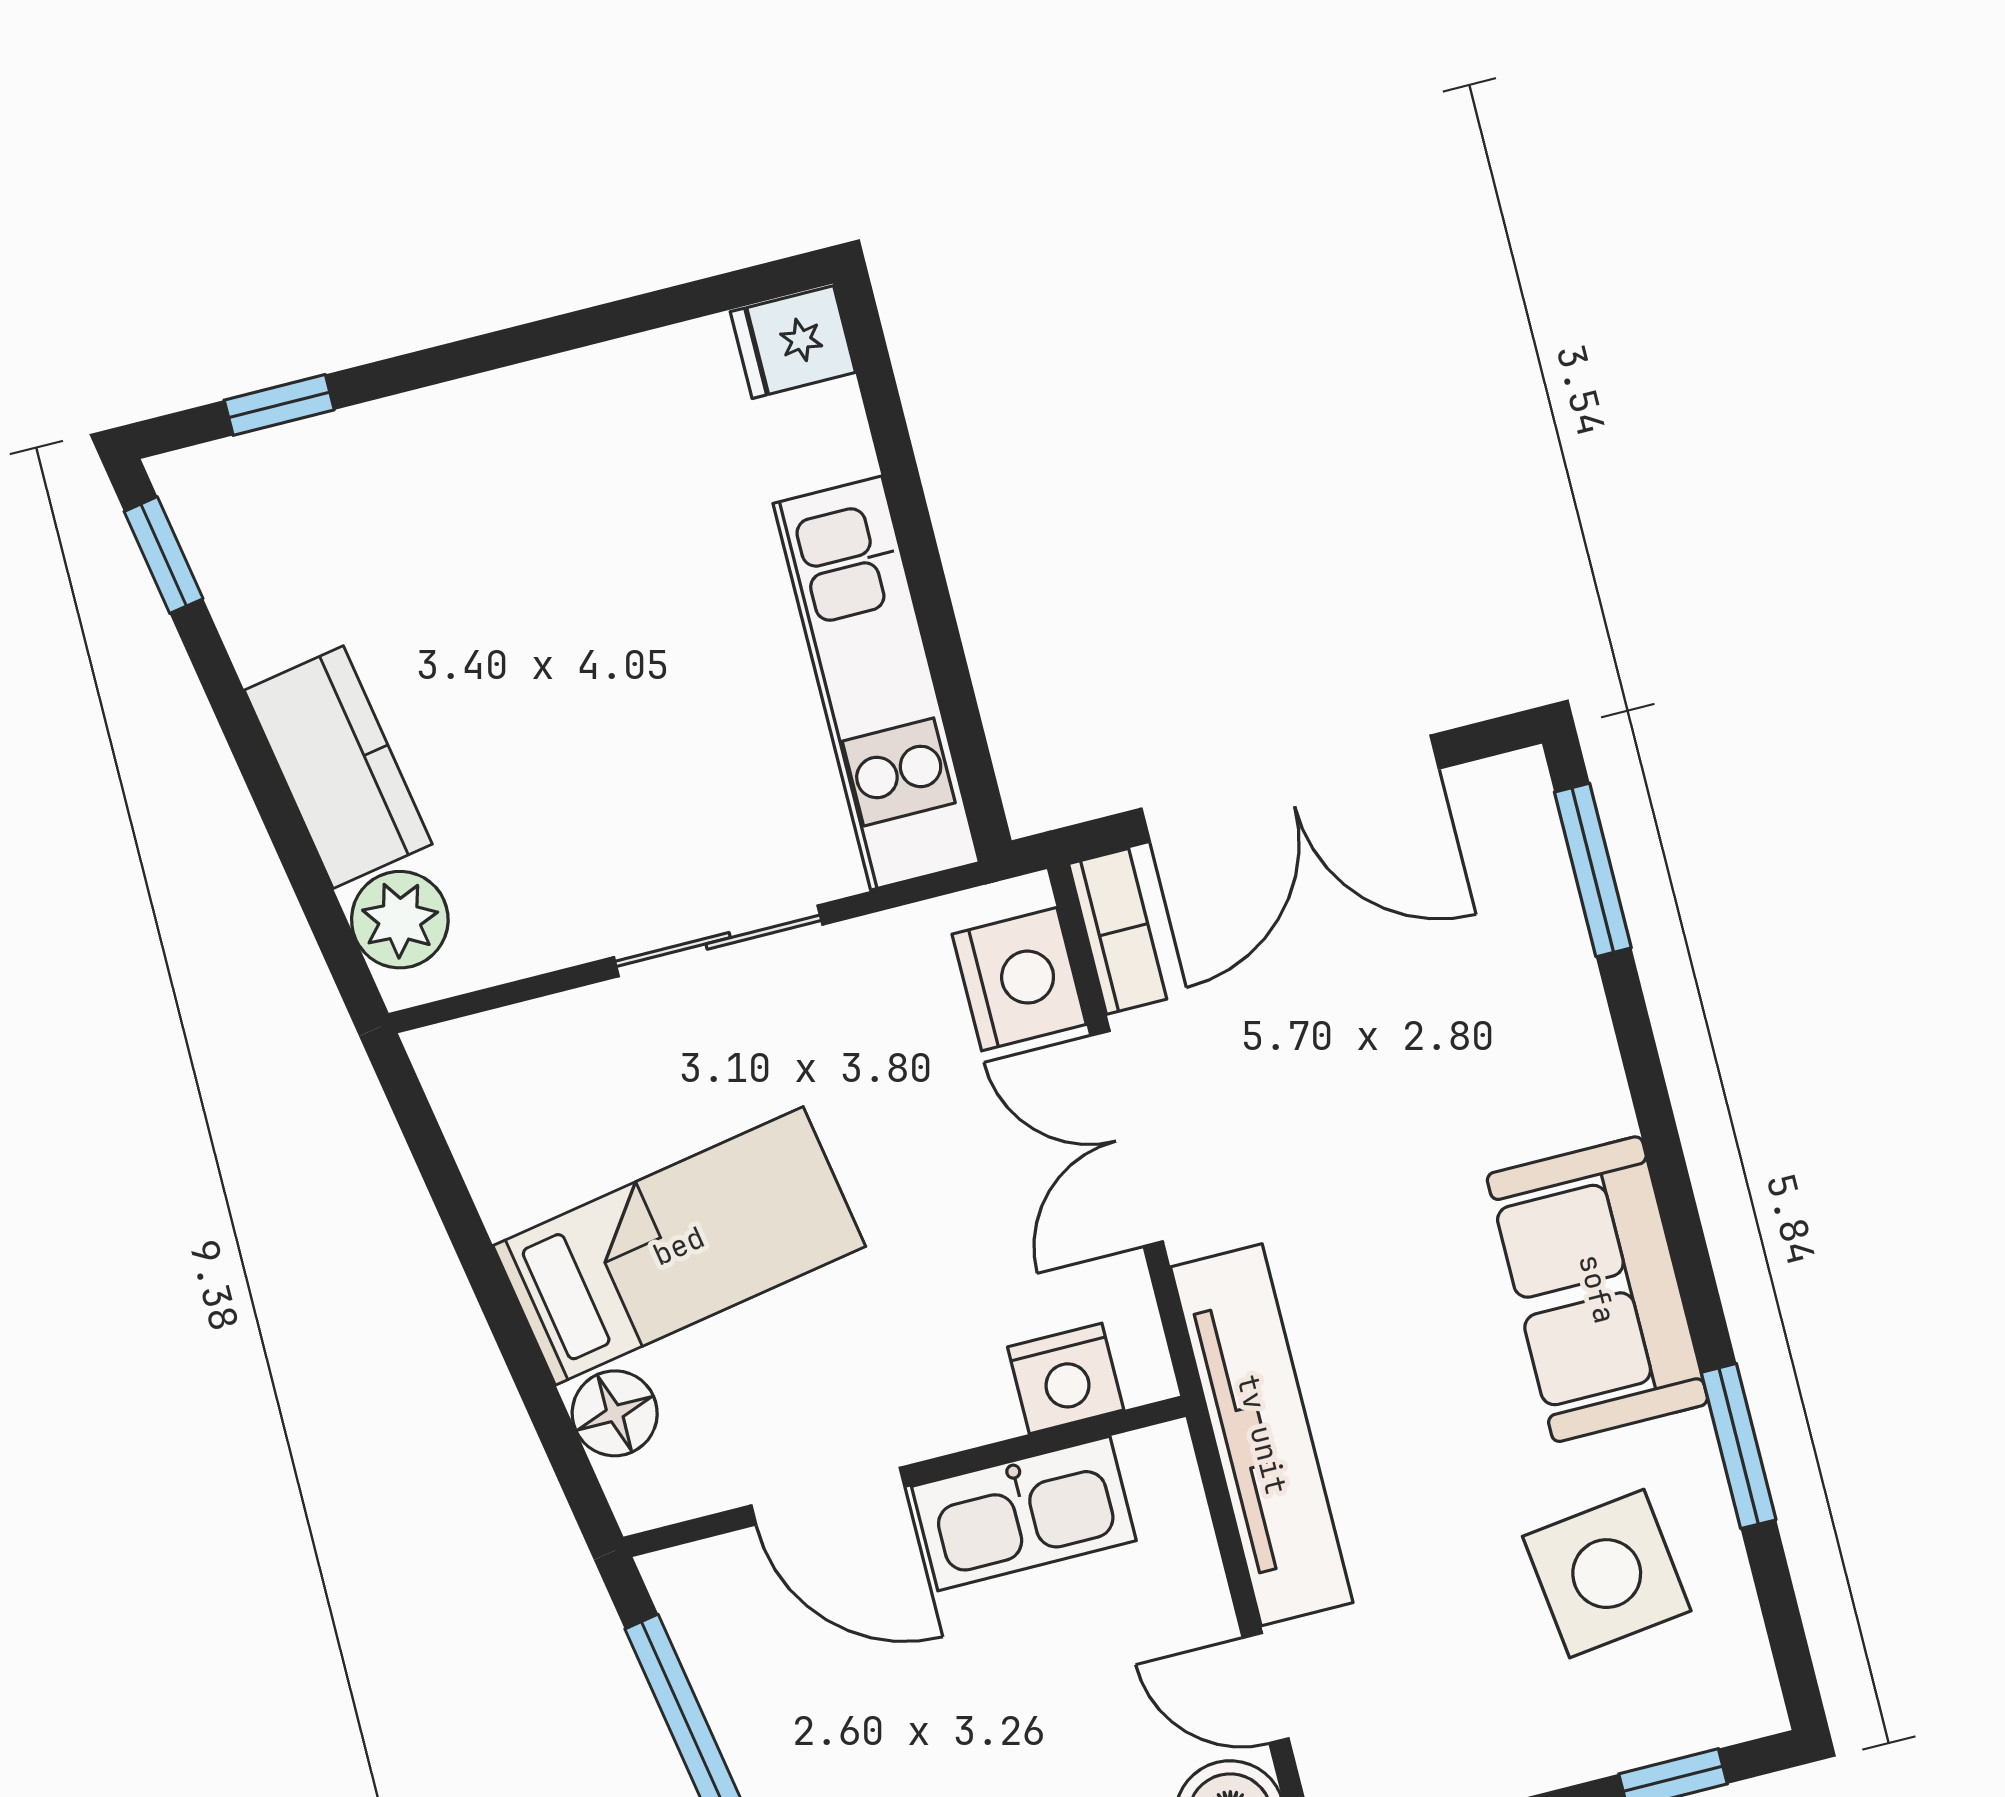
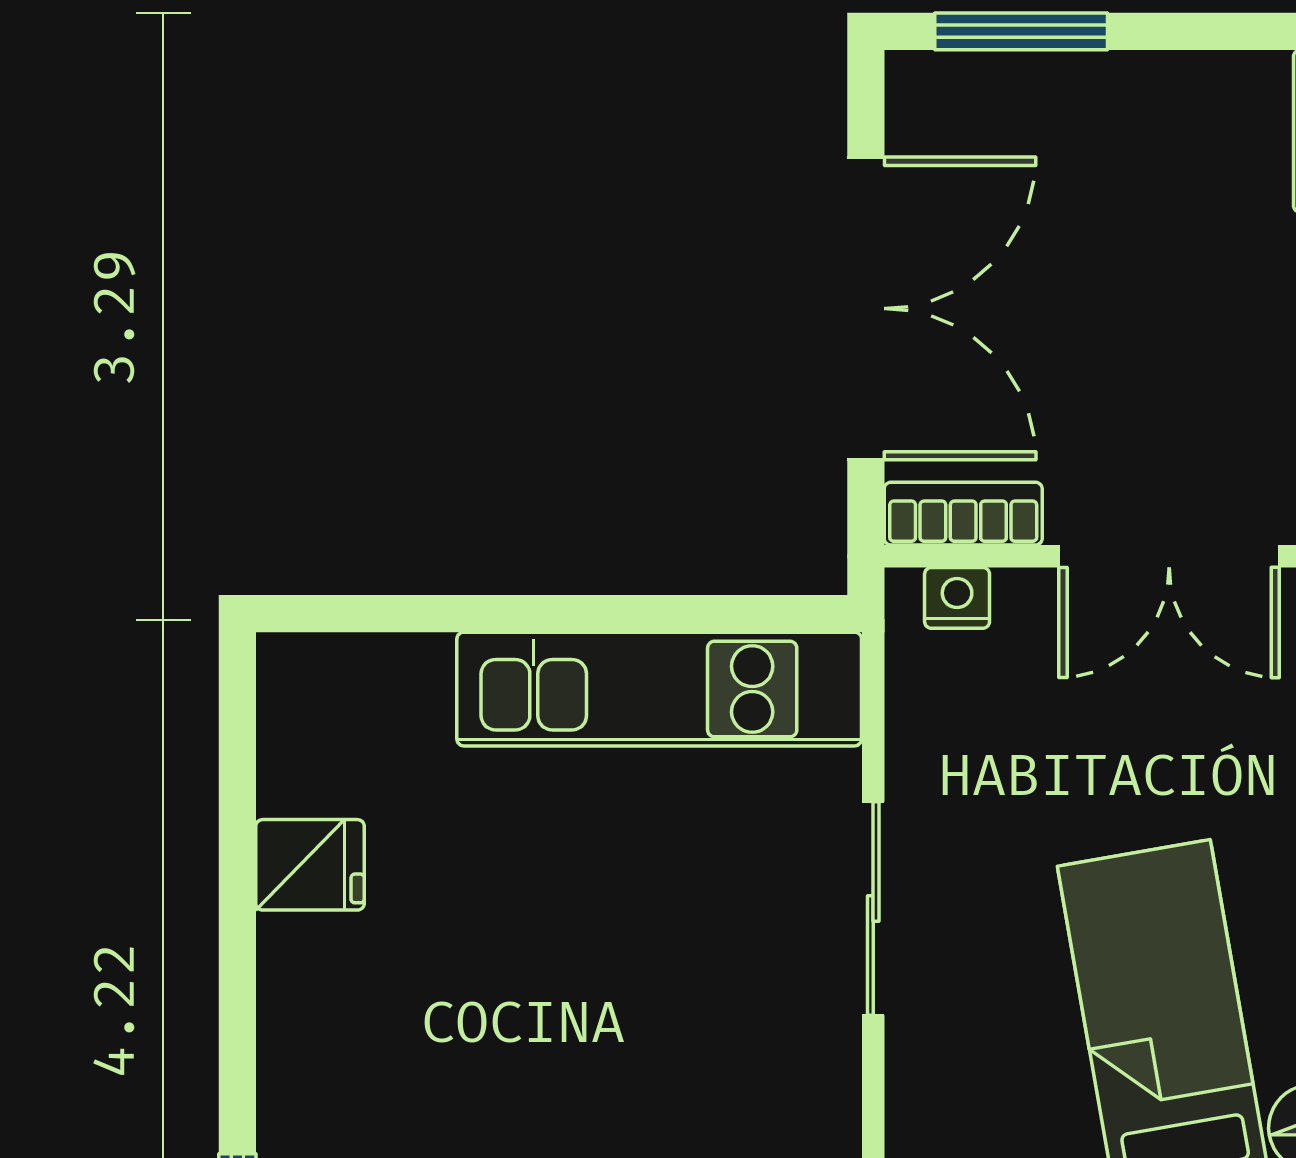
fridge: (793, 342) -> (310, 865), moved, turned -90
nightstand: (1019, 979) -> (957, 598), width x0.53, depth x0.56

